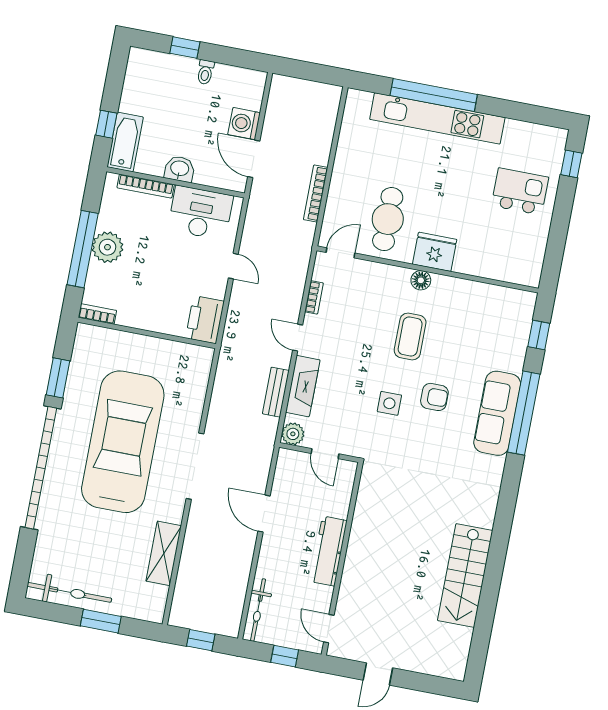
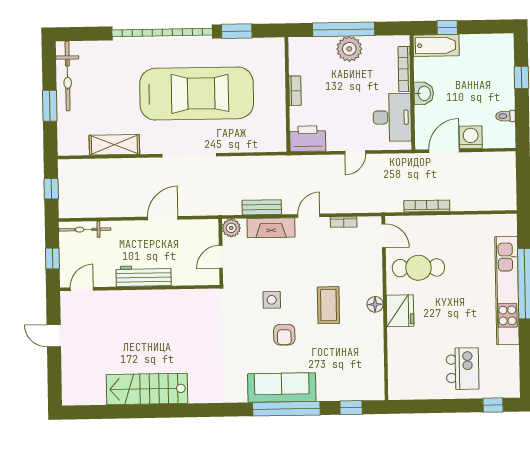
toilet: (205, 72) -> (506, 116), moved
bookcase: (97, 314) -> (295, 91), moved
coffee table: (410, 337) -> (328, 305), turned 90

